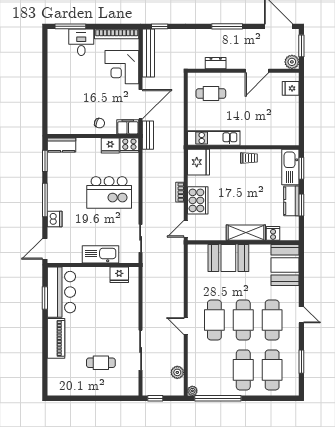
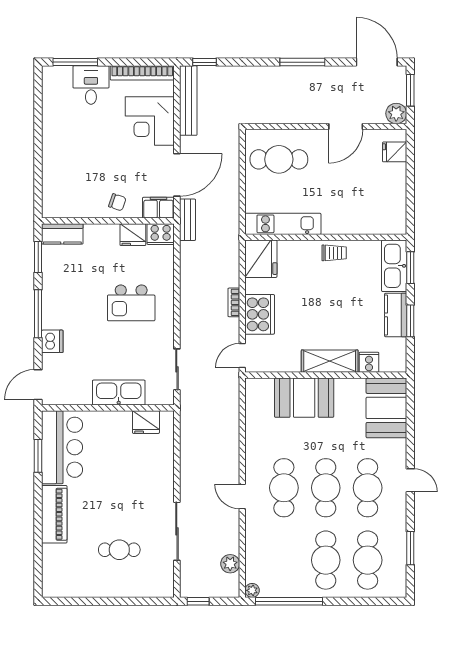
dresser: (216, 63) -> (286, 115), removed
cafe table: (211, 93) -> (279, 159), width x1.37, depth x1.35
kitchen island: (109, 192) -> (131, 303), width x0.73, depth x0.78

